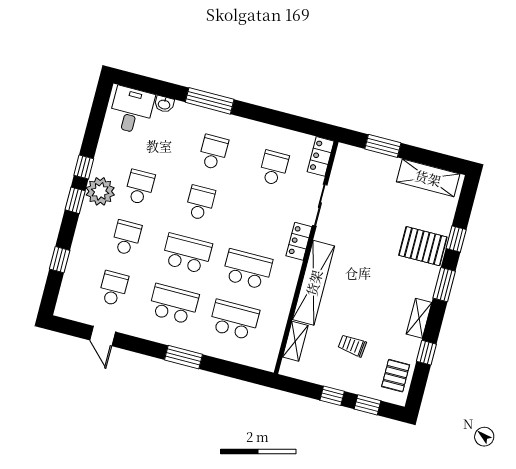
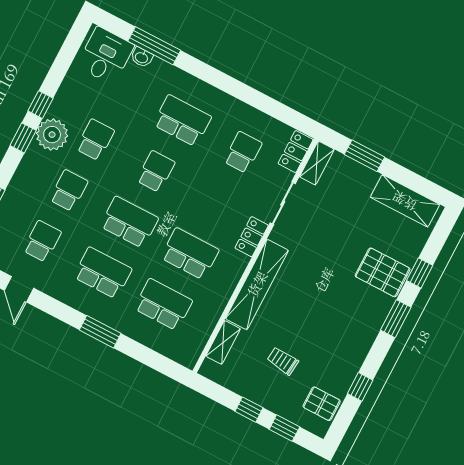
window: (210, 101) -> (154, 46), moved
school desk: (213, 152) -> (182, 121), width x1.85
shelving: (419, 318) -> (317, 163), moved
pallet: (396, 376) -> (322, 404), turned 90

